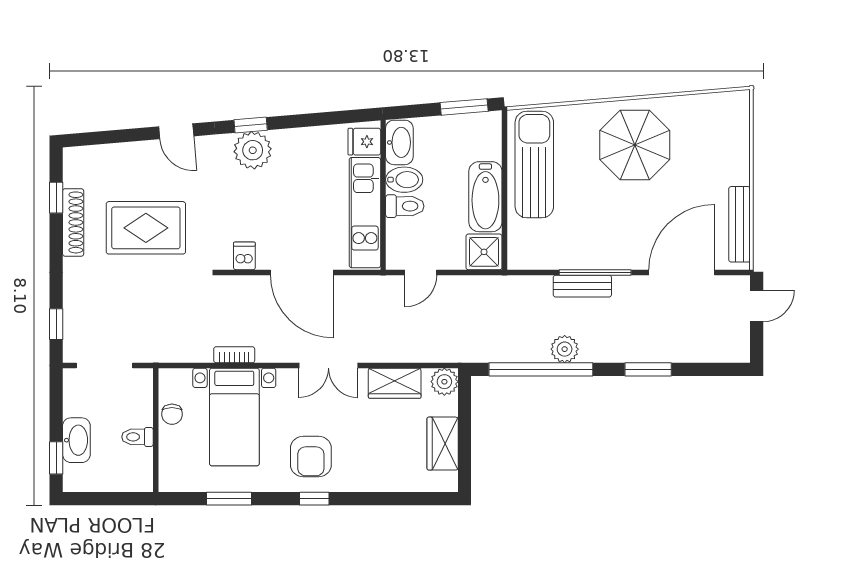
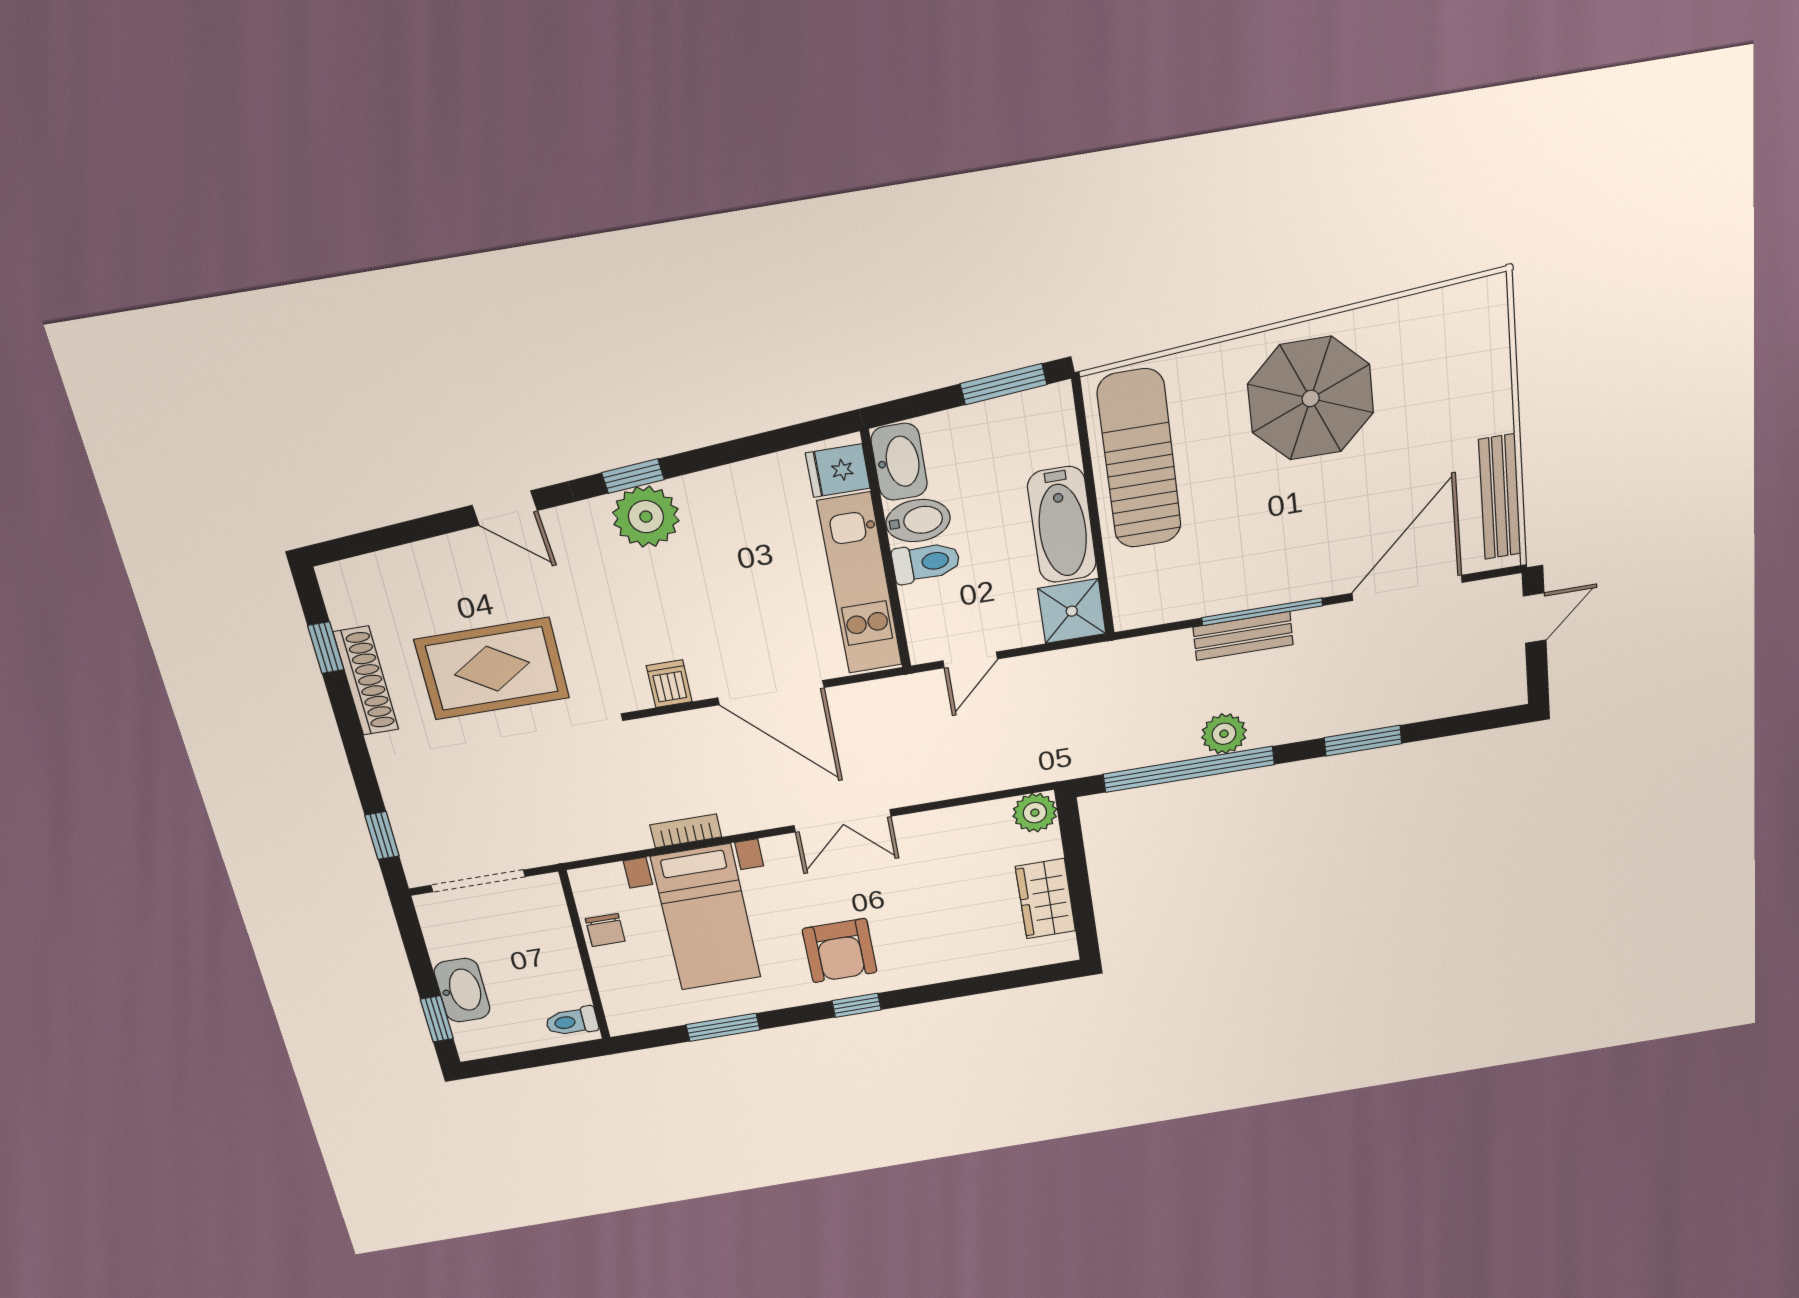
wardrobe: (395, 383) -> (955, 828), removed
toilet: (137, 437) -> (572, 1022), moved

